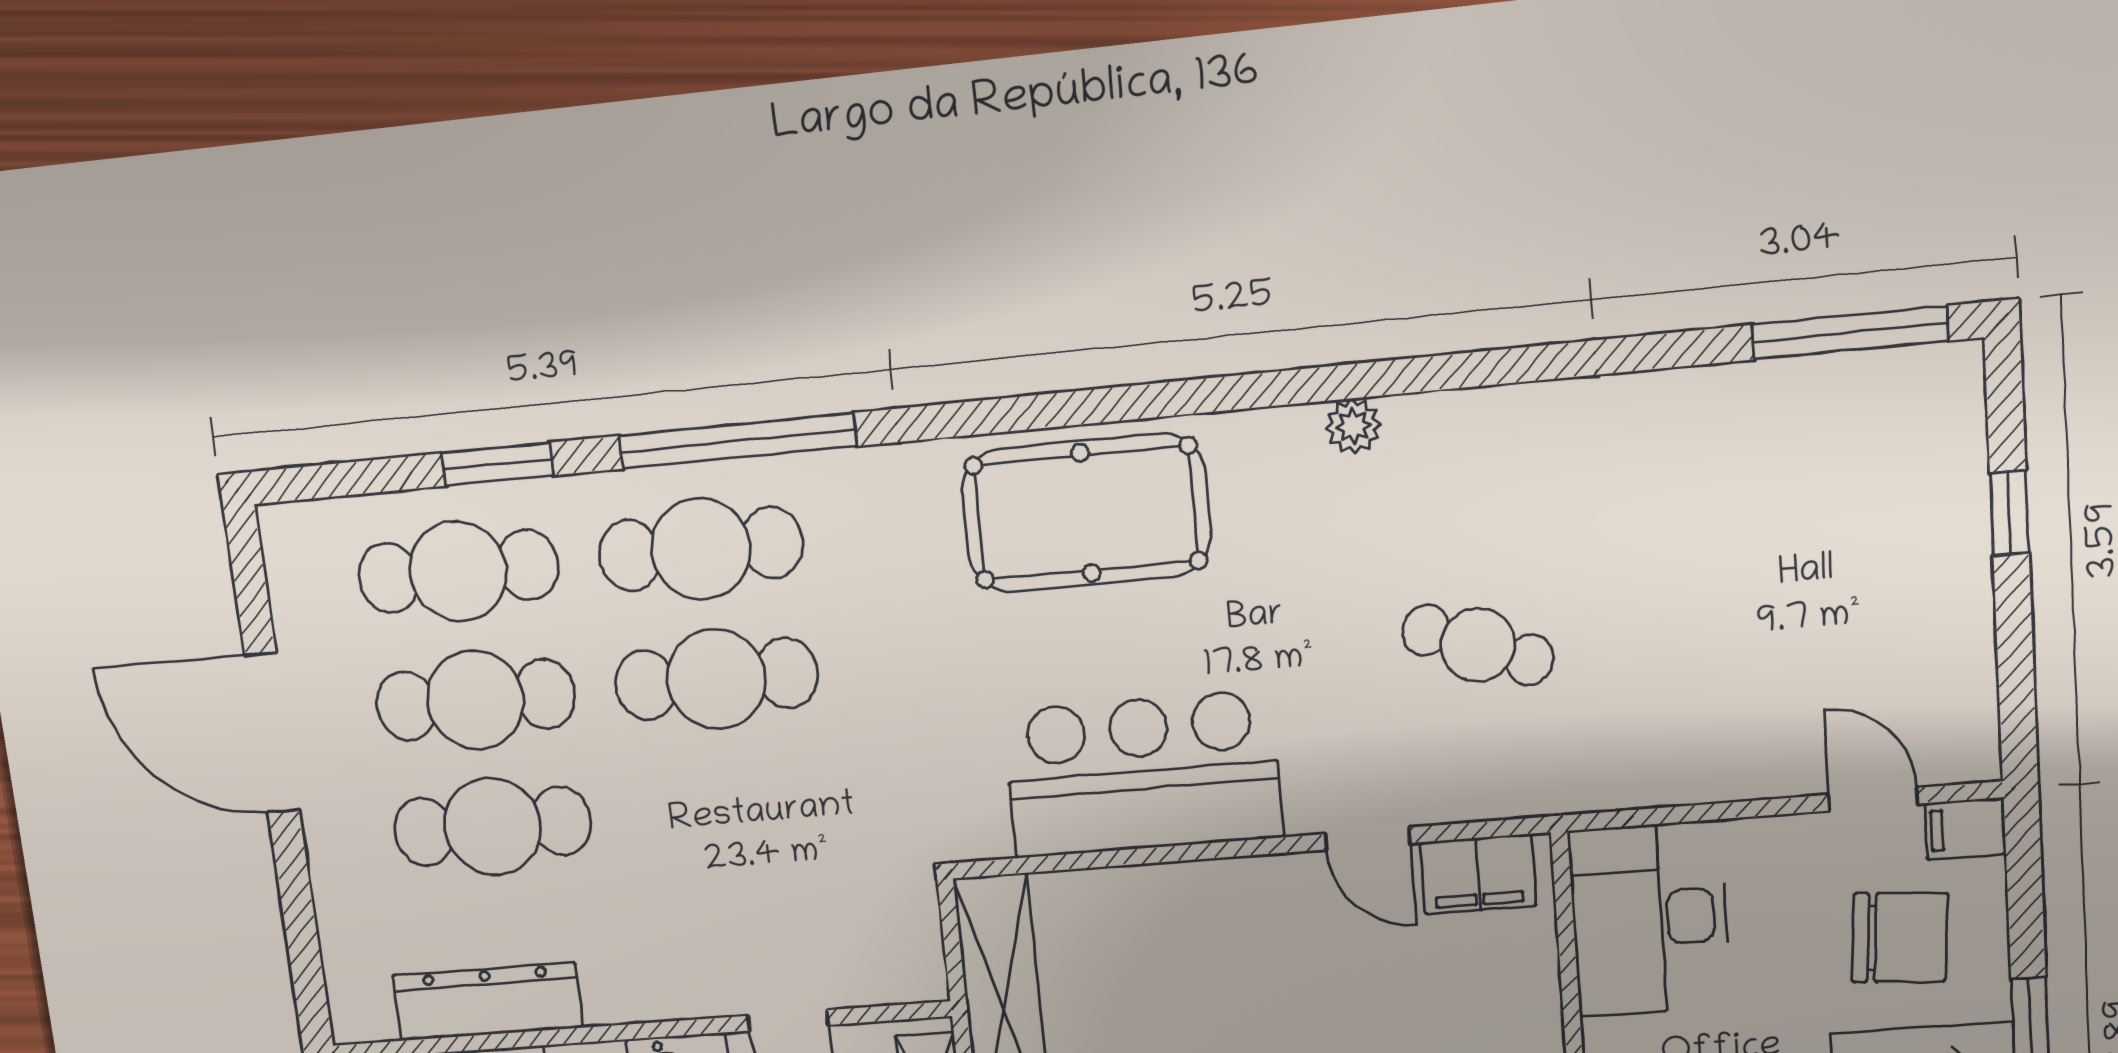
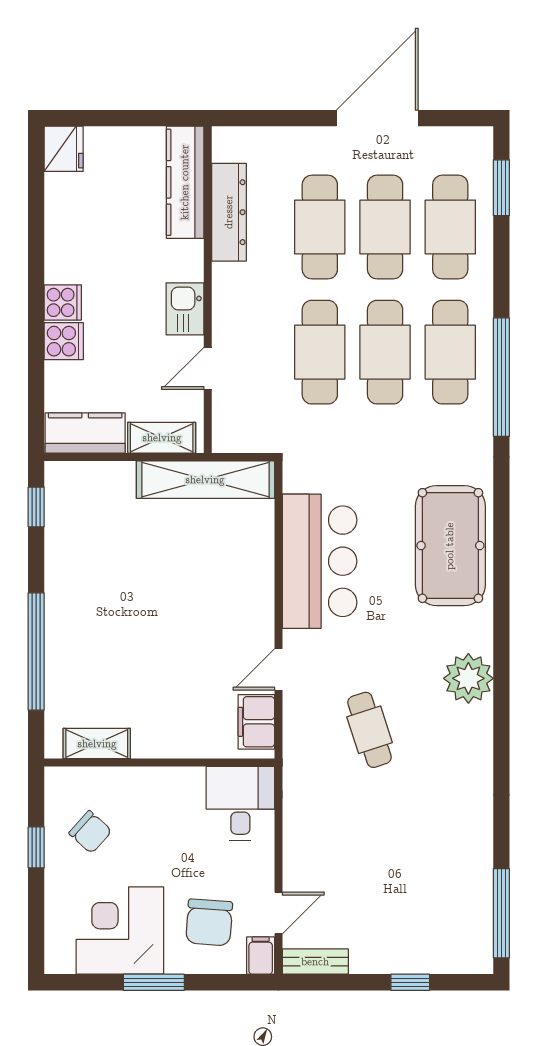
plant: (1353, 426) -> (468, 678), width x1.87, depth x1.87
window: (498, 464) -> (501, 188), moved
cafe table: (1478, 645) -> (370, 730), turned -39
bench: (1973, 716) -> (315, 962), added
cafe table: (732, 807) -> (320, 352), added
desk: (1649, 919) -> (240, 803), width x0.73

